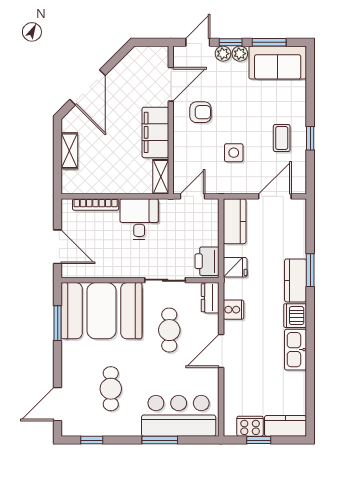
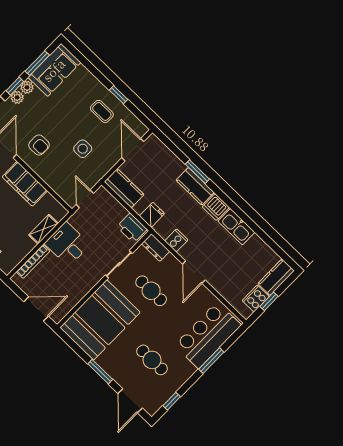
armchair: (200, 112) -> (39, 145), turned 90
shelving: (161, 177) -> (43, 229), moved, turned 90
window: (58, 323) -> (100, 372), moved

